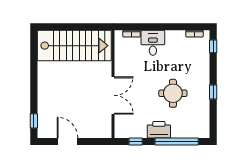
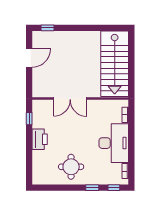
desk: (153, 43) -> (114, 143), width x1.87, depth x1.30
window: (213, 92) -> (92, 188), moved
round table: (173, 93) -> (71, 167), moved
window: (177, 142) -> (29, 155), removed

